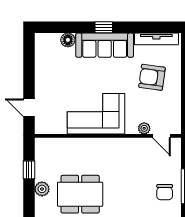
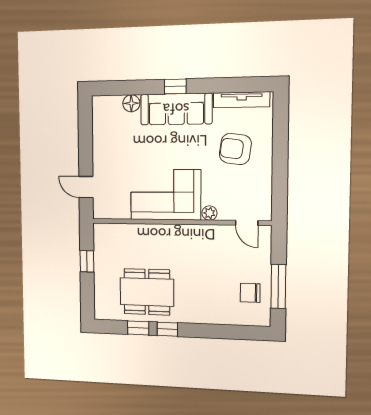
plant: (144, 128) -> (209, 213), moved
plant: (42, 189) -> (102, 284), removed
chair: (165, 192) -> (250, 293), turned 90

